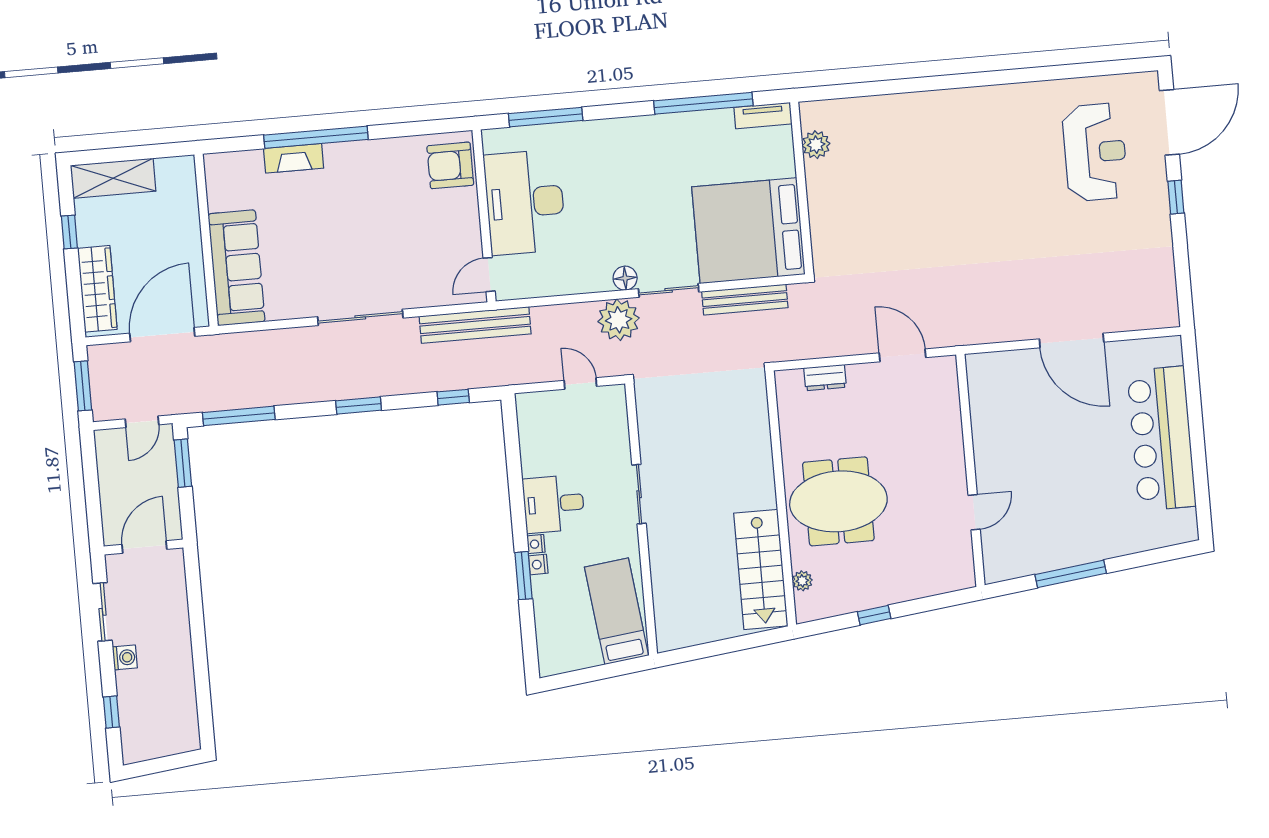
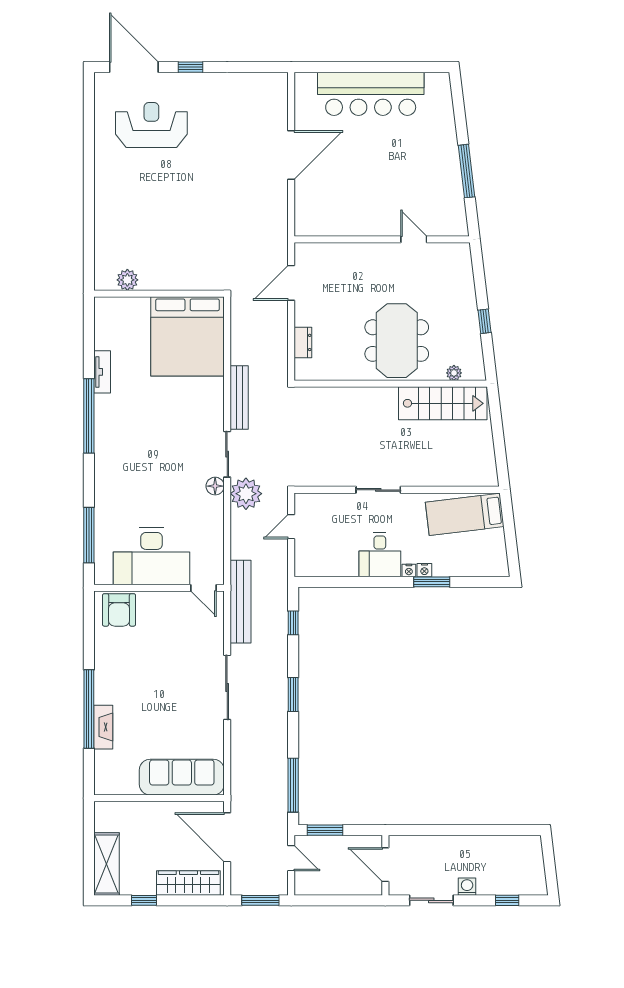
plant: (816, 145) -> (127, 280), moved
wall: (802, 188) -> (159, 294), moved
bed: (748, 231) -> (188, 336), moved

